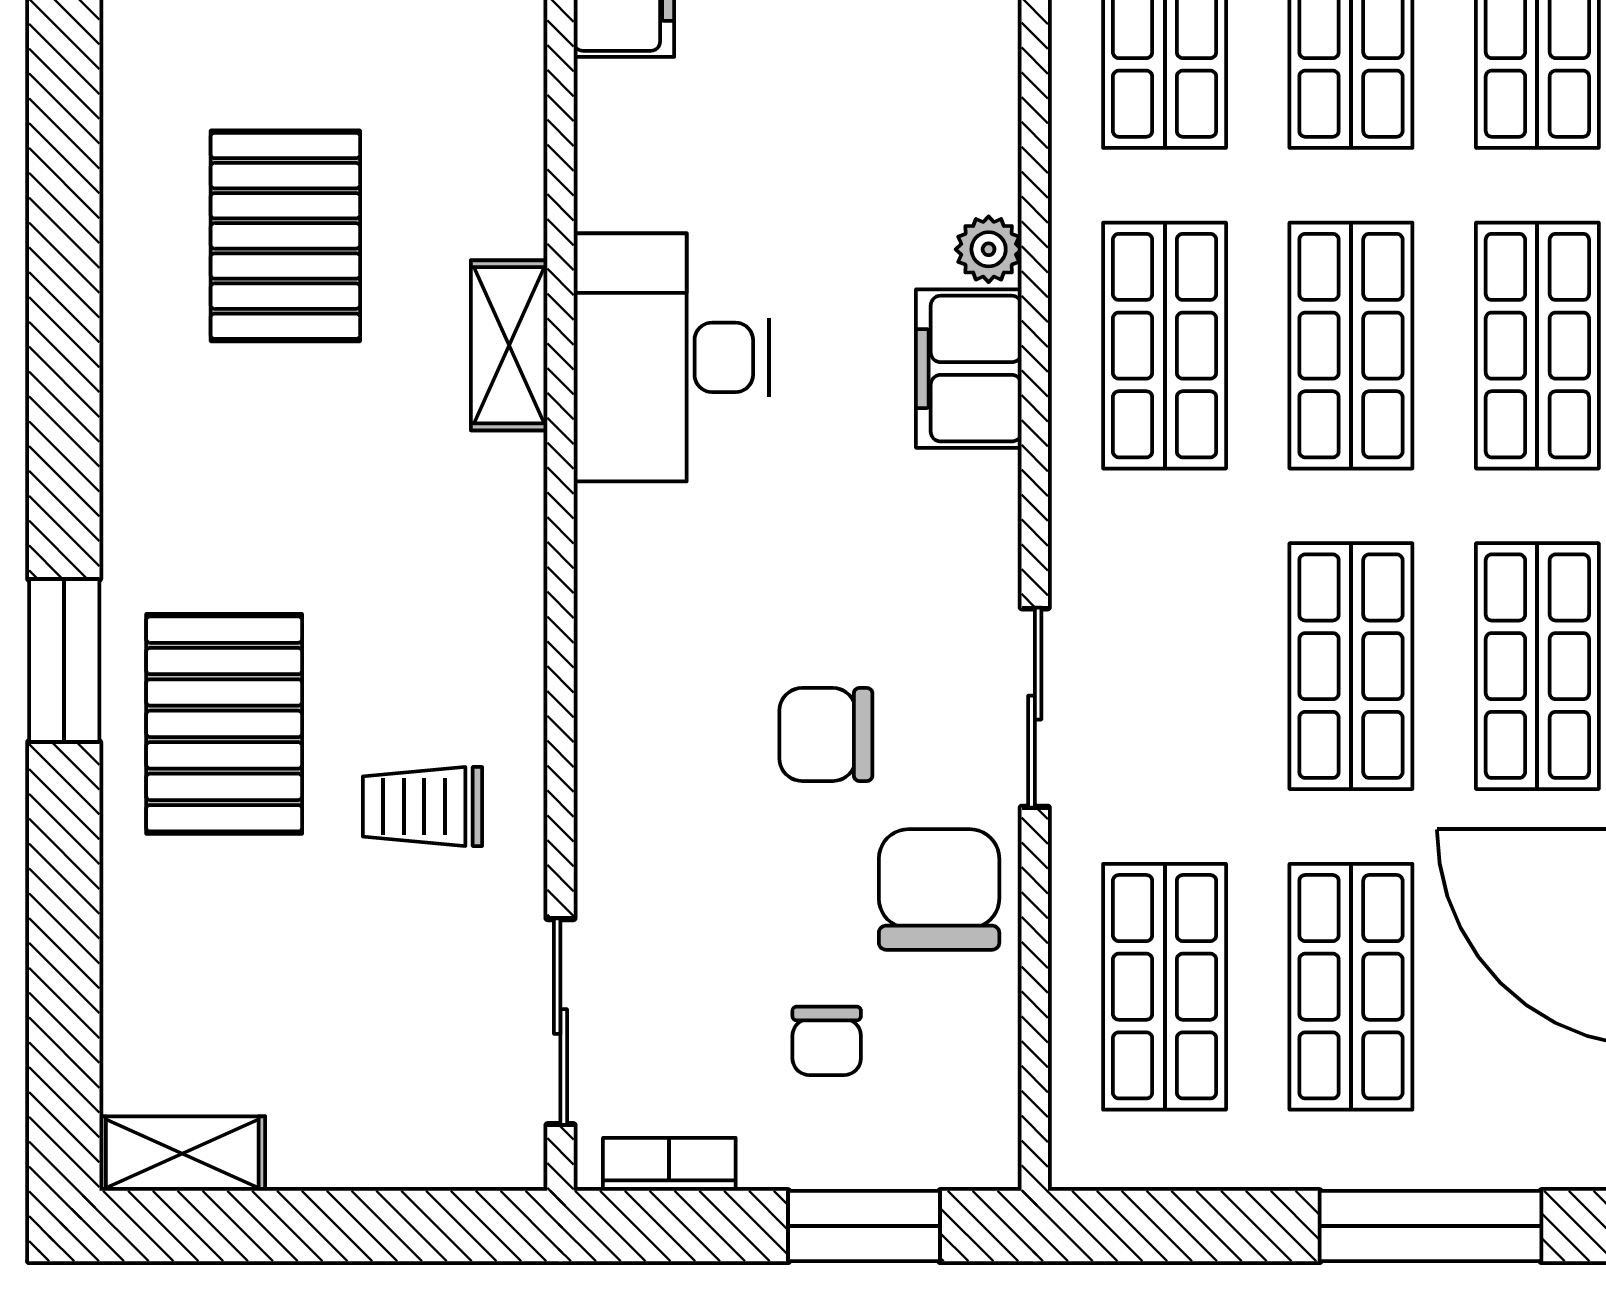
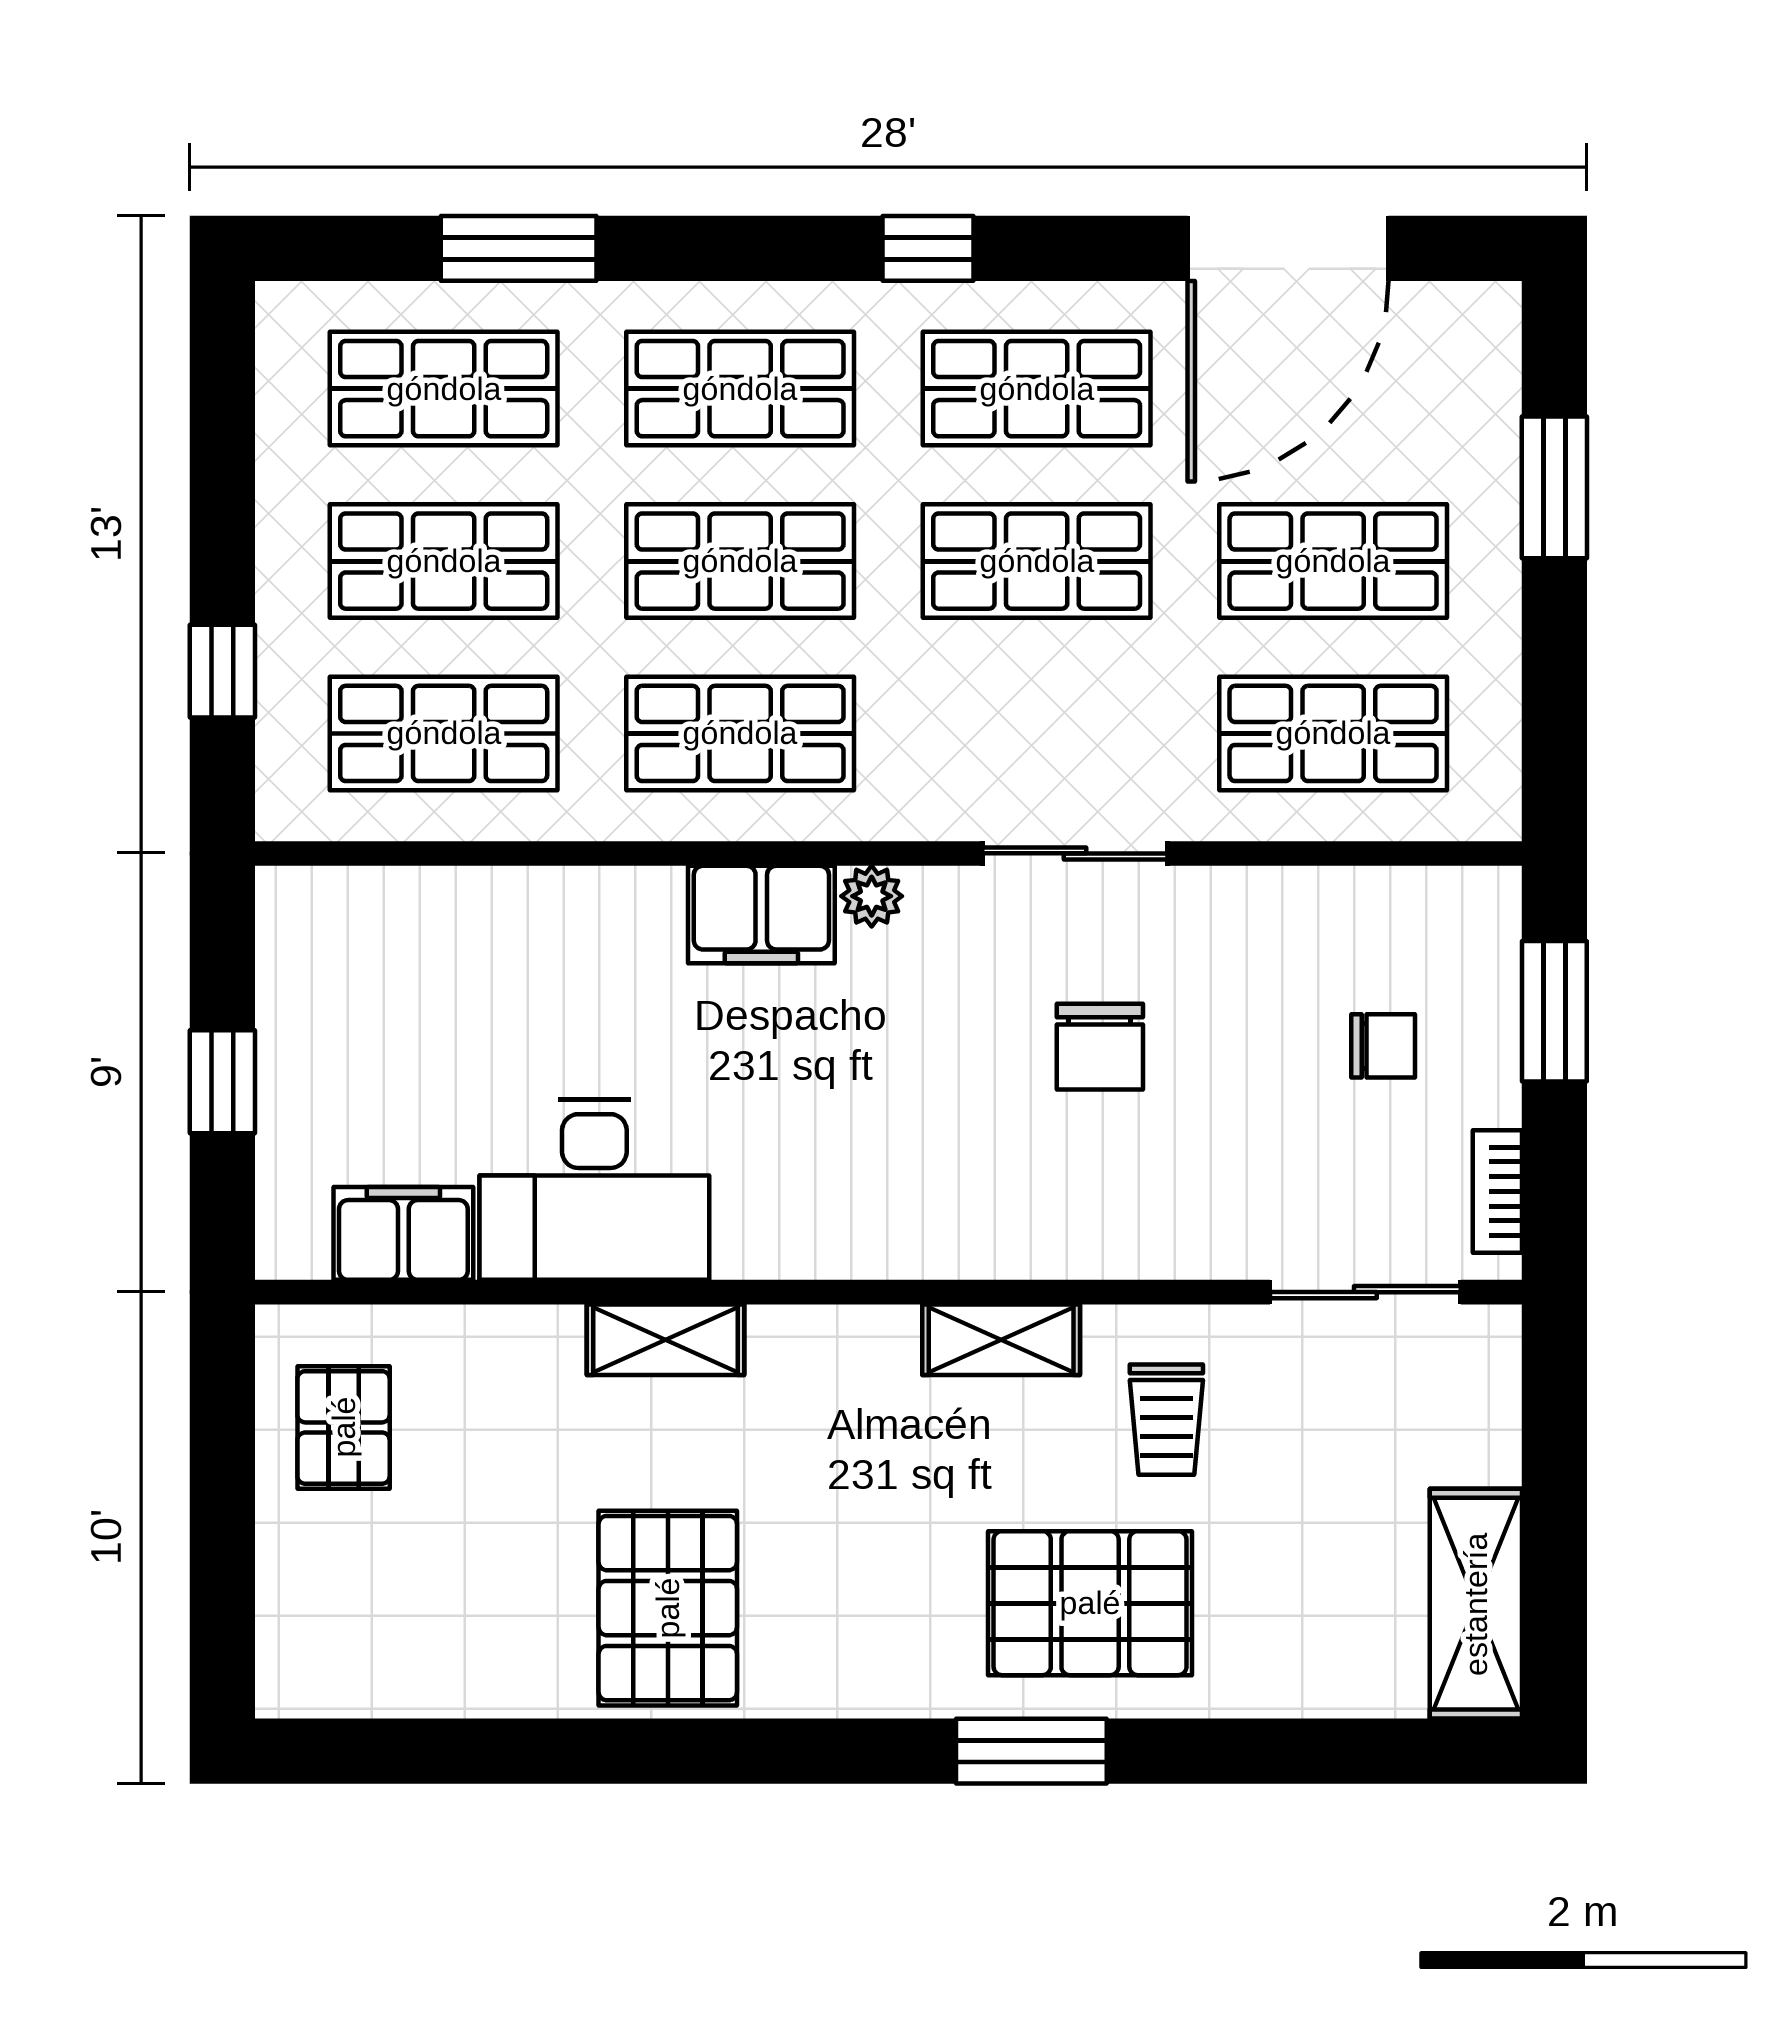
pallet: (285, 236) -> (668, 1608), moved, turned 90
plant: (989, 249) -> (872, 896), moved
shelving: (509, 345) -> (666, 1340), moved
desk: (671, 357) -> (594, 1190), moved
shelving: (509, 628) -> (1001, 1340), added
chair: (939, 889) -> (1243, 942), removed
shelving: (182, 1154) -> (1476, 1604), width x1.50, depth x1.33
window: (1430, 1226) -> (1554, 487), width x0.69

